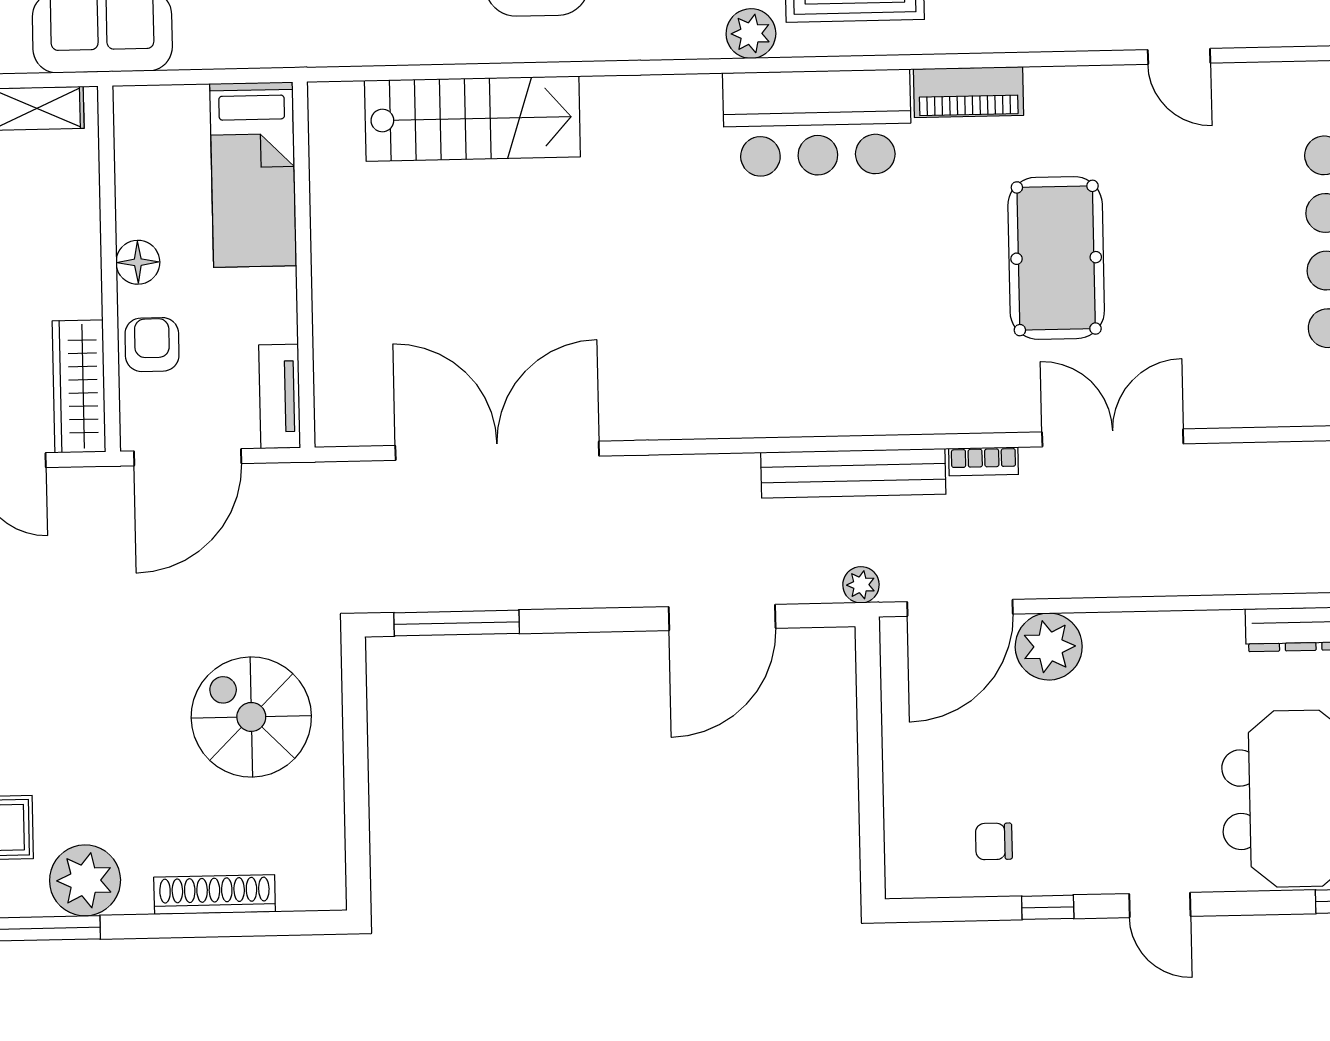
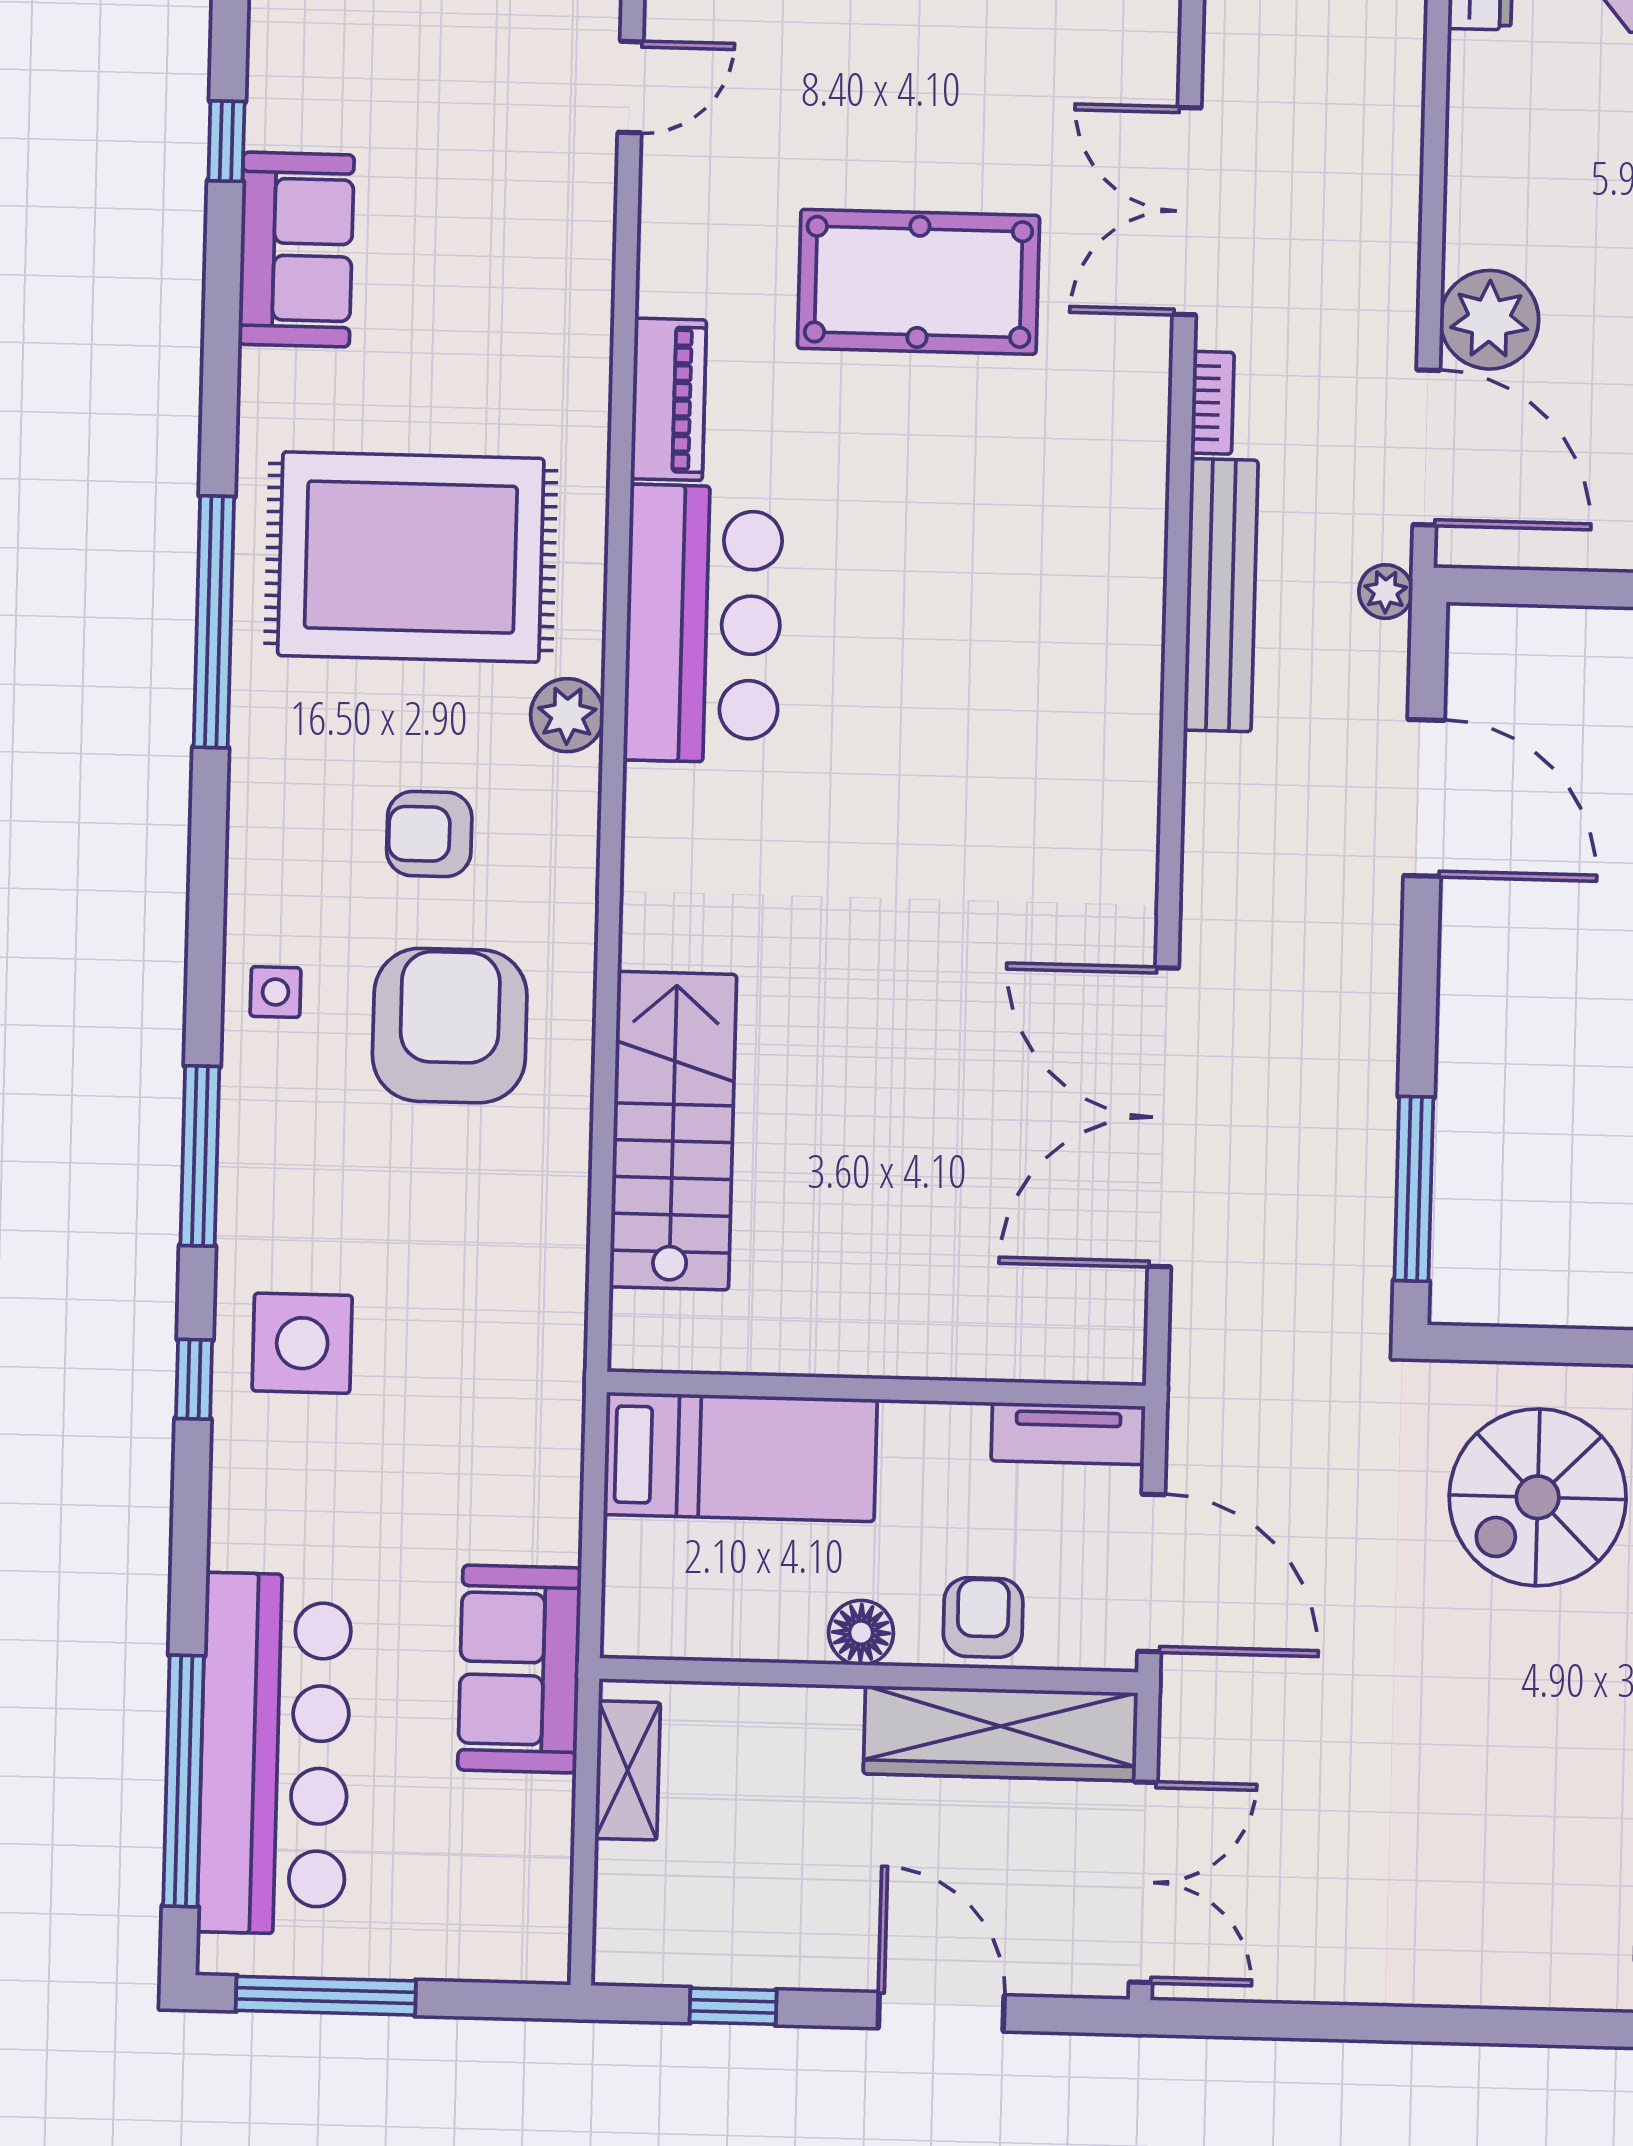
armchair: (152, 345) -> (983, 1618), turned 90
wardrobe: (79, 386) -> (1001, 1733), width x1.40, depth x1.17

